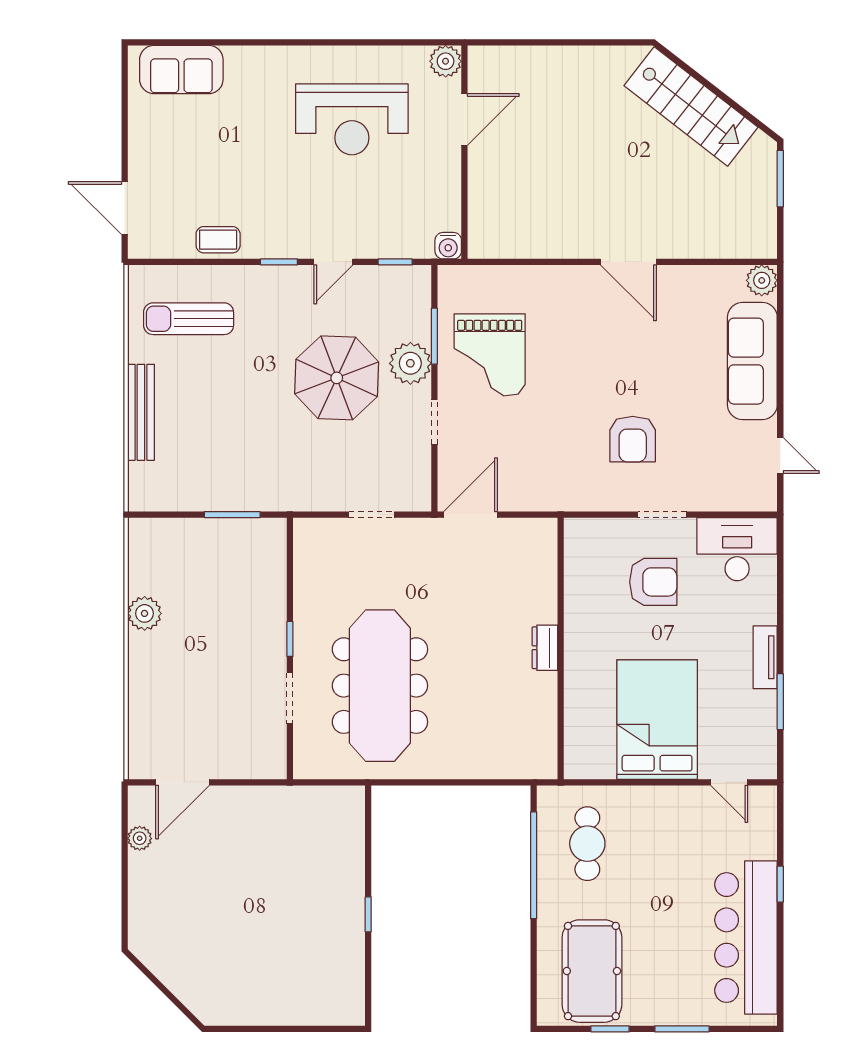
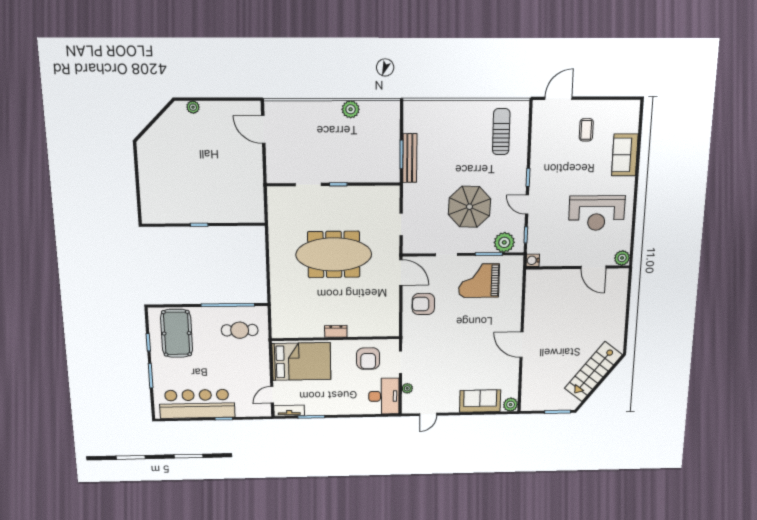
sofa: (181, 70) -> (625, 155), moved
reception desk: (352, 119) -> (597, 213), turned -90
coffee table: (218, 240) -> (586, 130), moved
door: (628, 262) -> (522, 345), hinge flipped
sofa: (752, 361) -> (480, 401), width x0.73
plant: (410, 363) -> (504, 242), moved
bench: (141, 412) -> (410, 158), moved, turned 90
armchair: (633, 439) -> (423, 304), moved
plant: (721, 500) -> (407, 388), added
dresser: (545, 648) -> (336, 331), moved
wall: (561, 648) -> (336, 339), moved
tv unit: (765, 657) -> (289, 411), moved
meeting table: (380, 686) -> (334, 254), moved
plant: (140, 838) -> (193, 107), moved
pool table: (592, 971) -> (177, 333), turned 90

